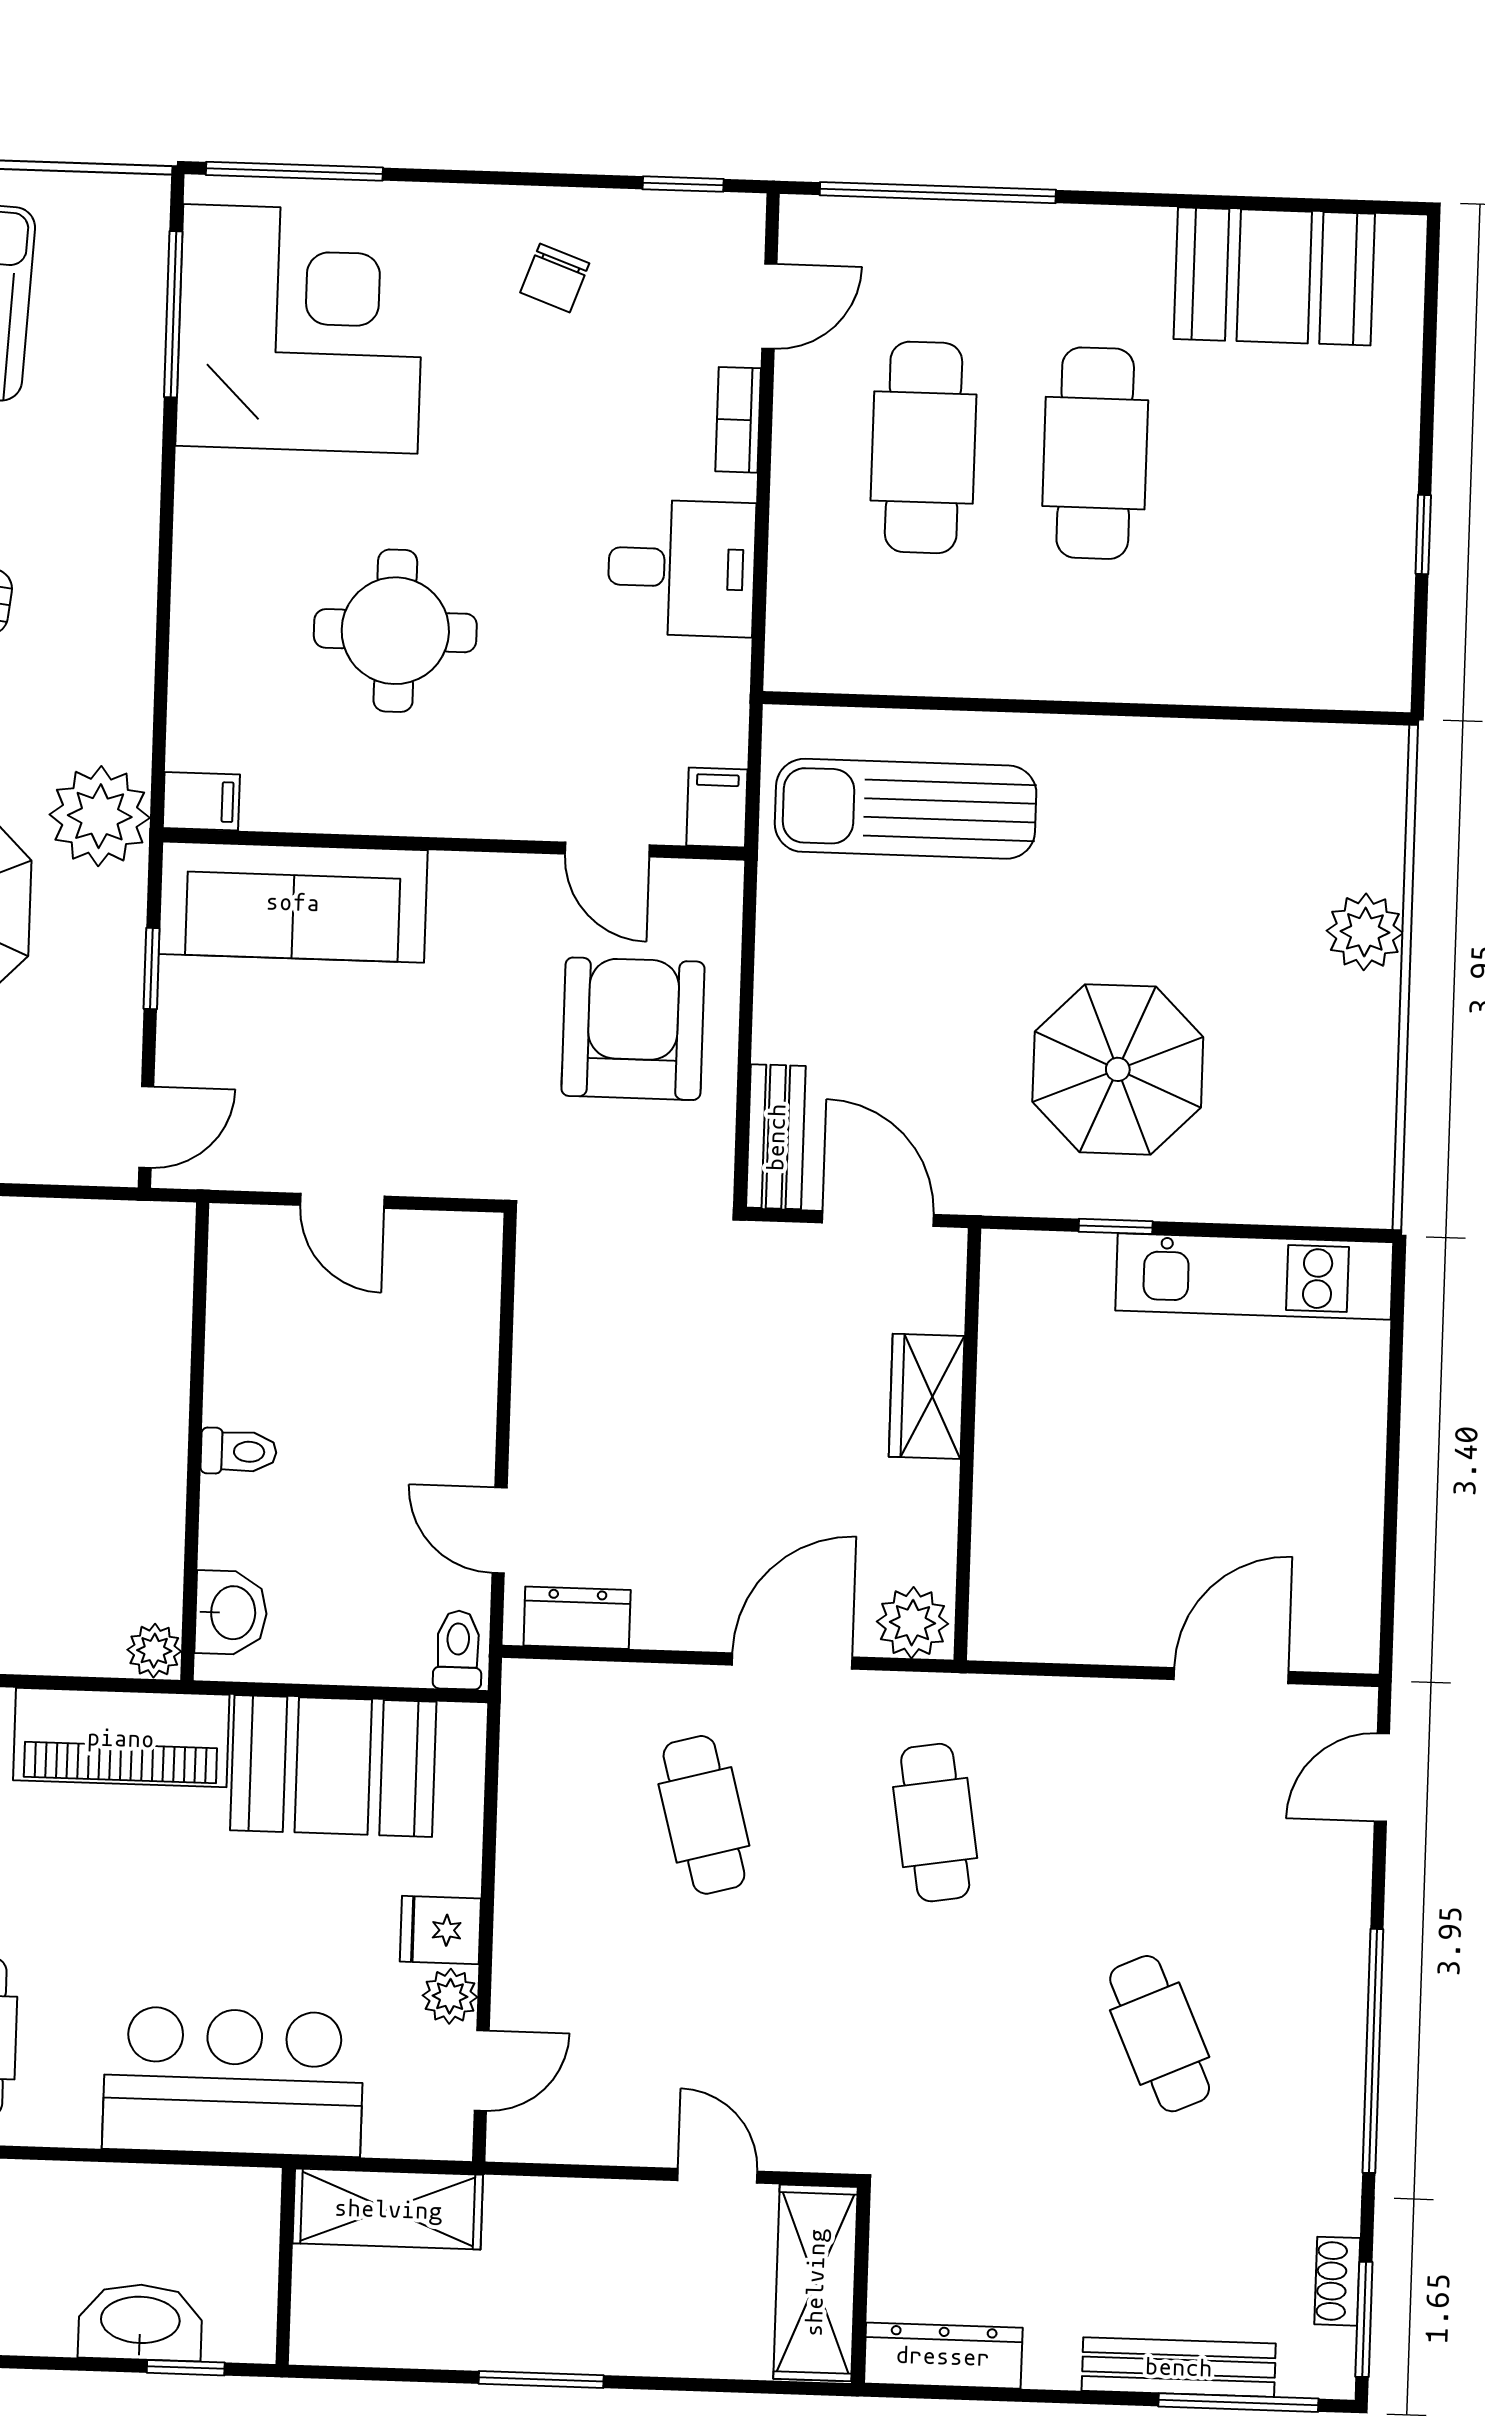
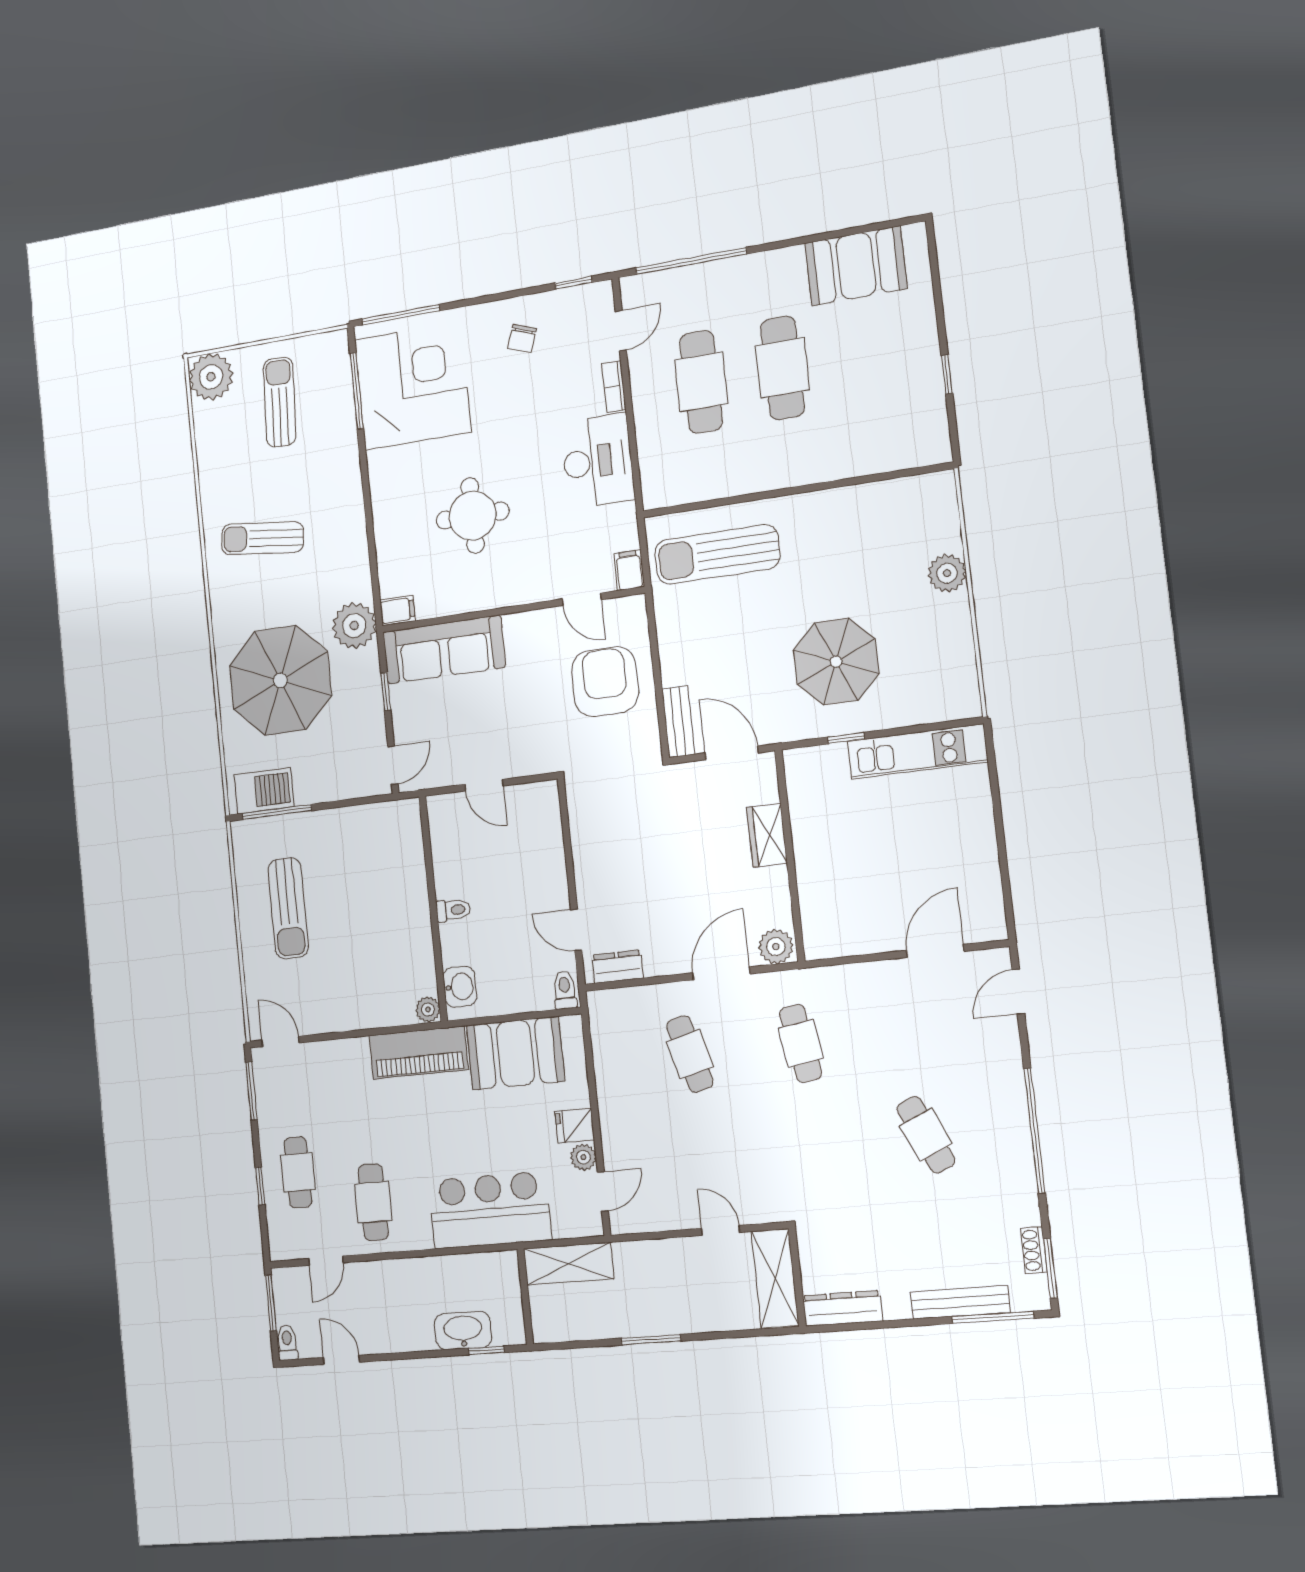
desk: (681, 568) -> (597, 461), width x1.37

